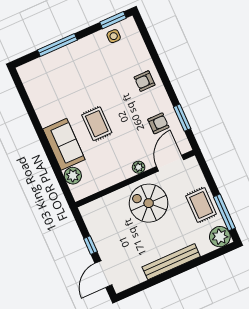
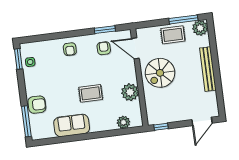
window: (57, 45) -> (26, 121), moved
armchair: (63, 60) -> (37, 105), added
sofa: (64, 144) -> (72, 125), moved
plant: (139, 167) -> (130, 92), moved, width x1.87, depth x1.87
window: (90, 245) -> (161, 127), moved
door: (103, 274) -> (202, 121), hinge flipped

